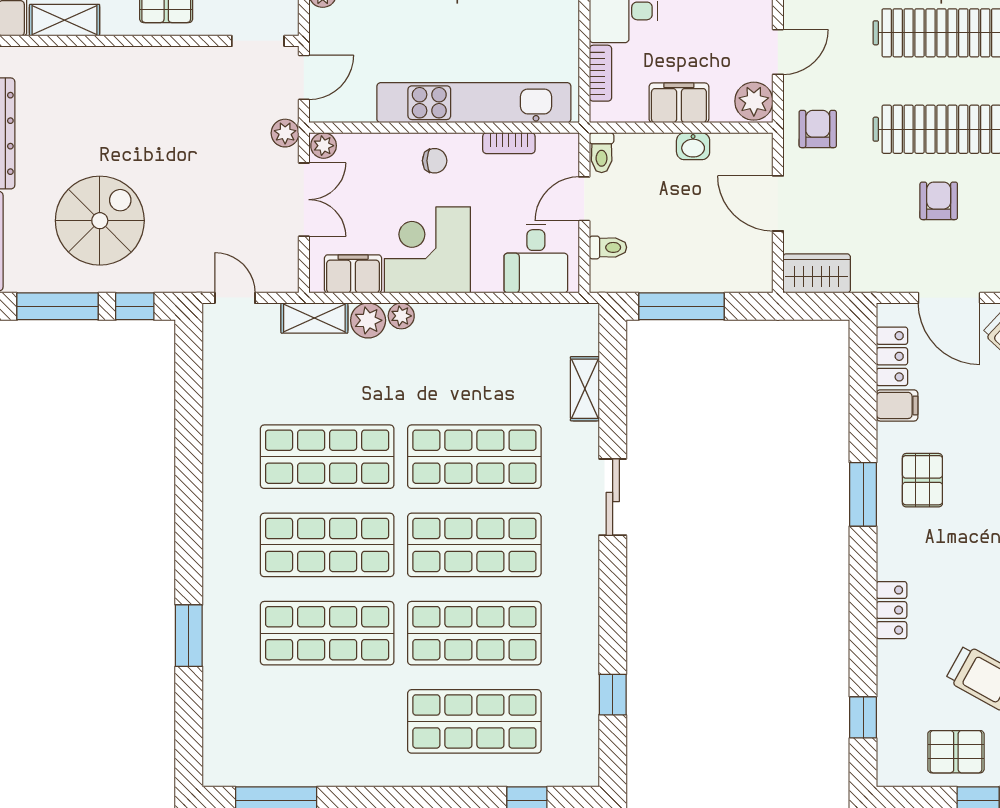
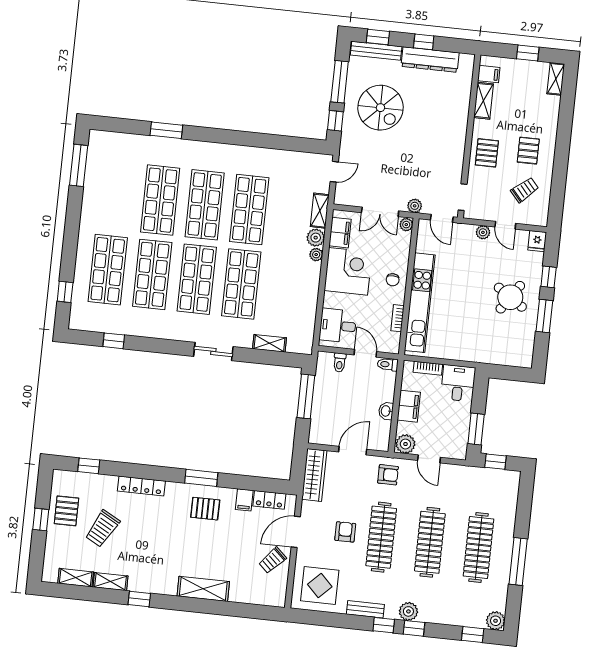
armchair: (939, 201) -> (345, 532), turned -90
wardrobe: (817, 273) -> (314, 475), width x1.50
locker: (892, 610) -> (141, 486), width x1.53

